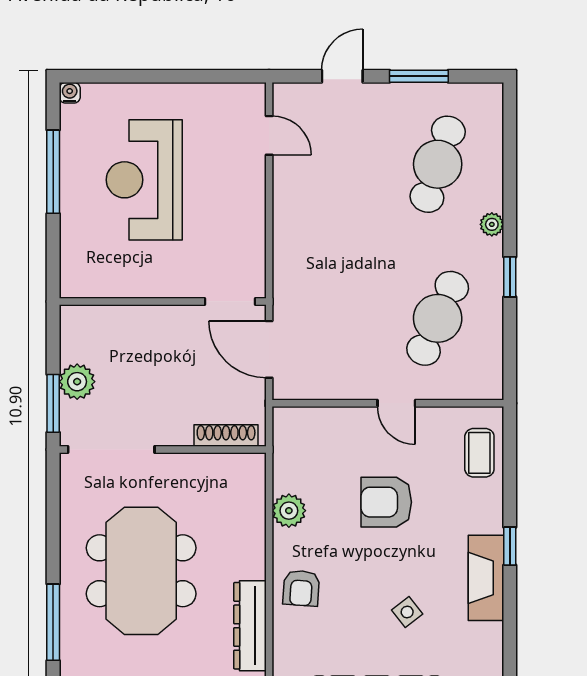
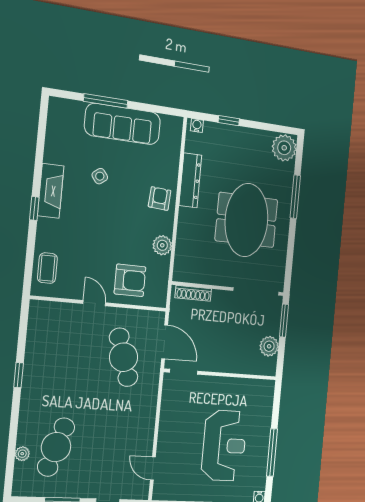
plant: (492, 224) -> (22, 454), moved
cafe table: (438, 318) -> (124, 357), moved, turned -42
plant: (77, 382) -> (269, 346), moved
armchair: (386, 502) -> (130, 280), moved

